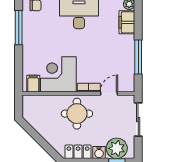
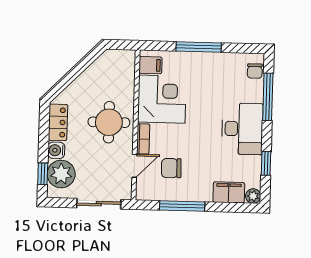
window: (19, 28) -> (199, 47), moved
chair: (110, 66) -> (171, 168), added
door: (109, 94) -> (134, 166), hinge flipped

